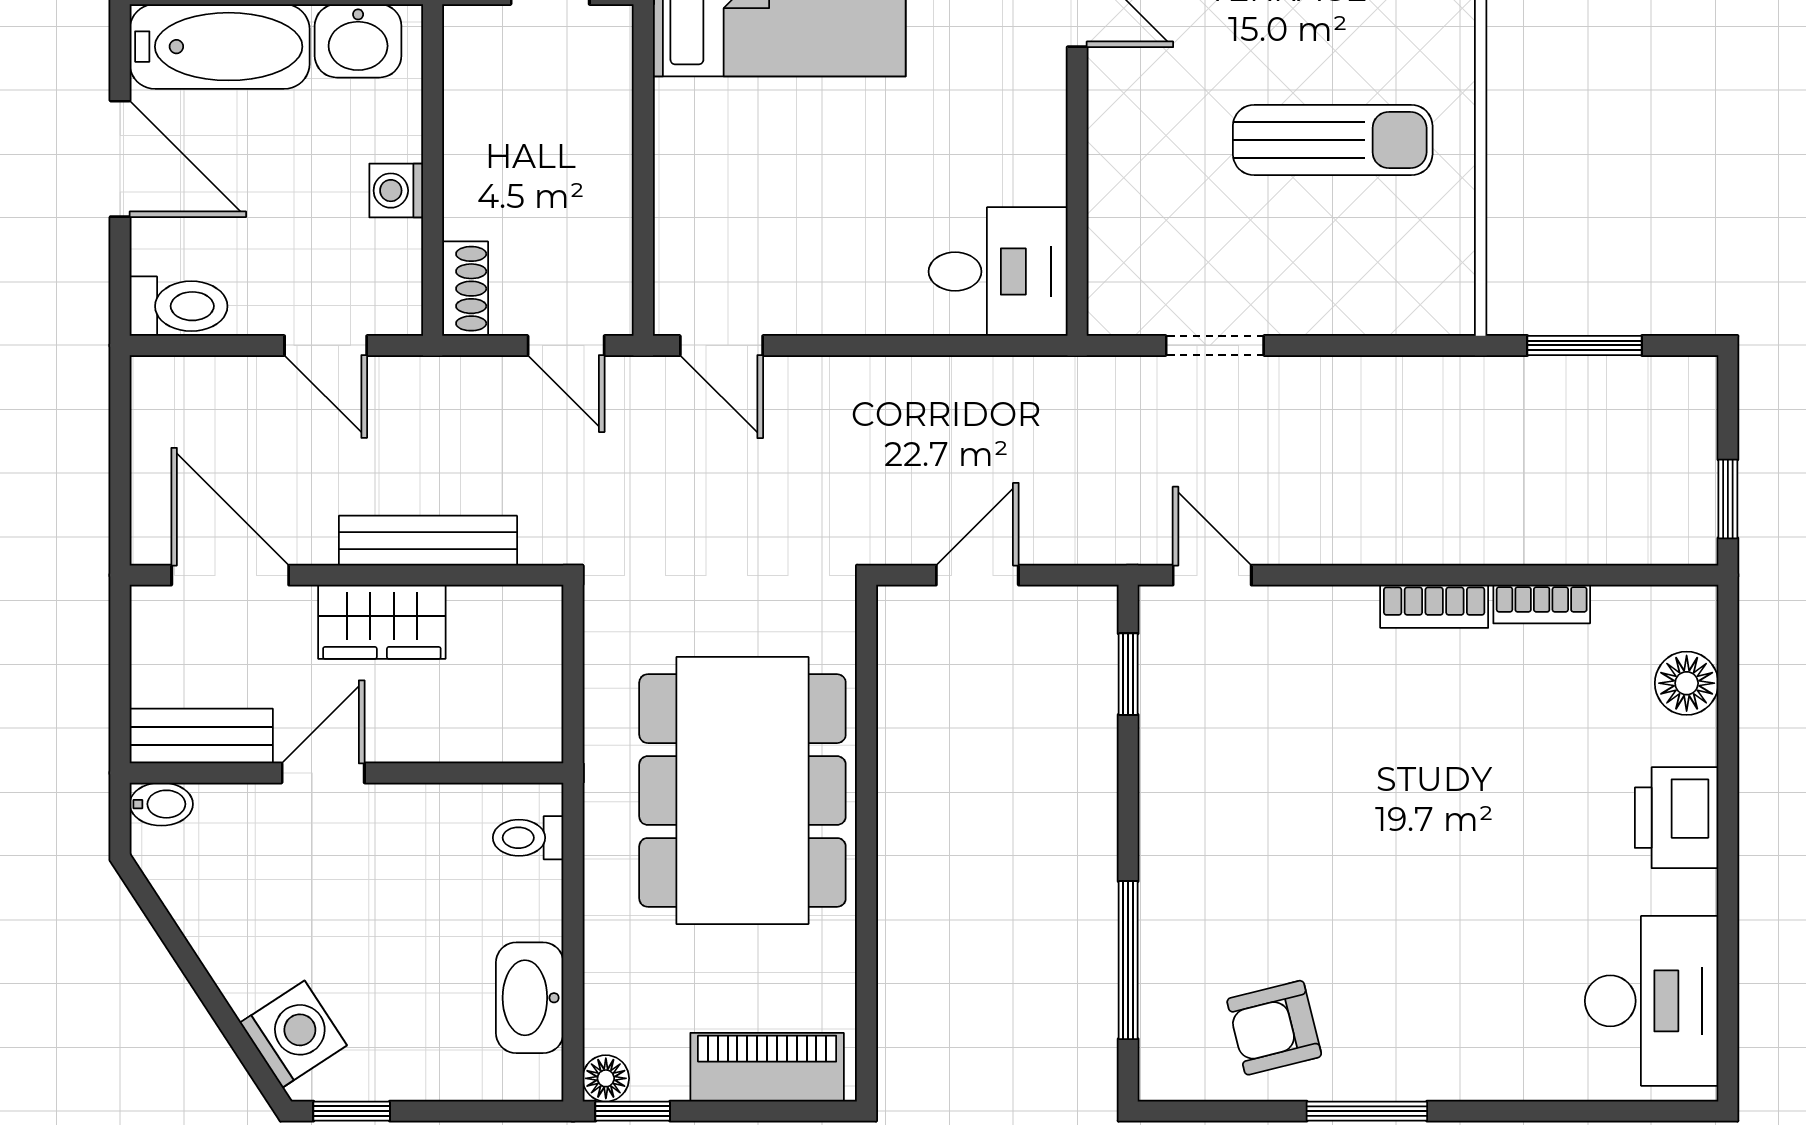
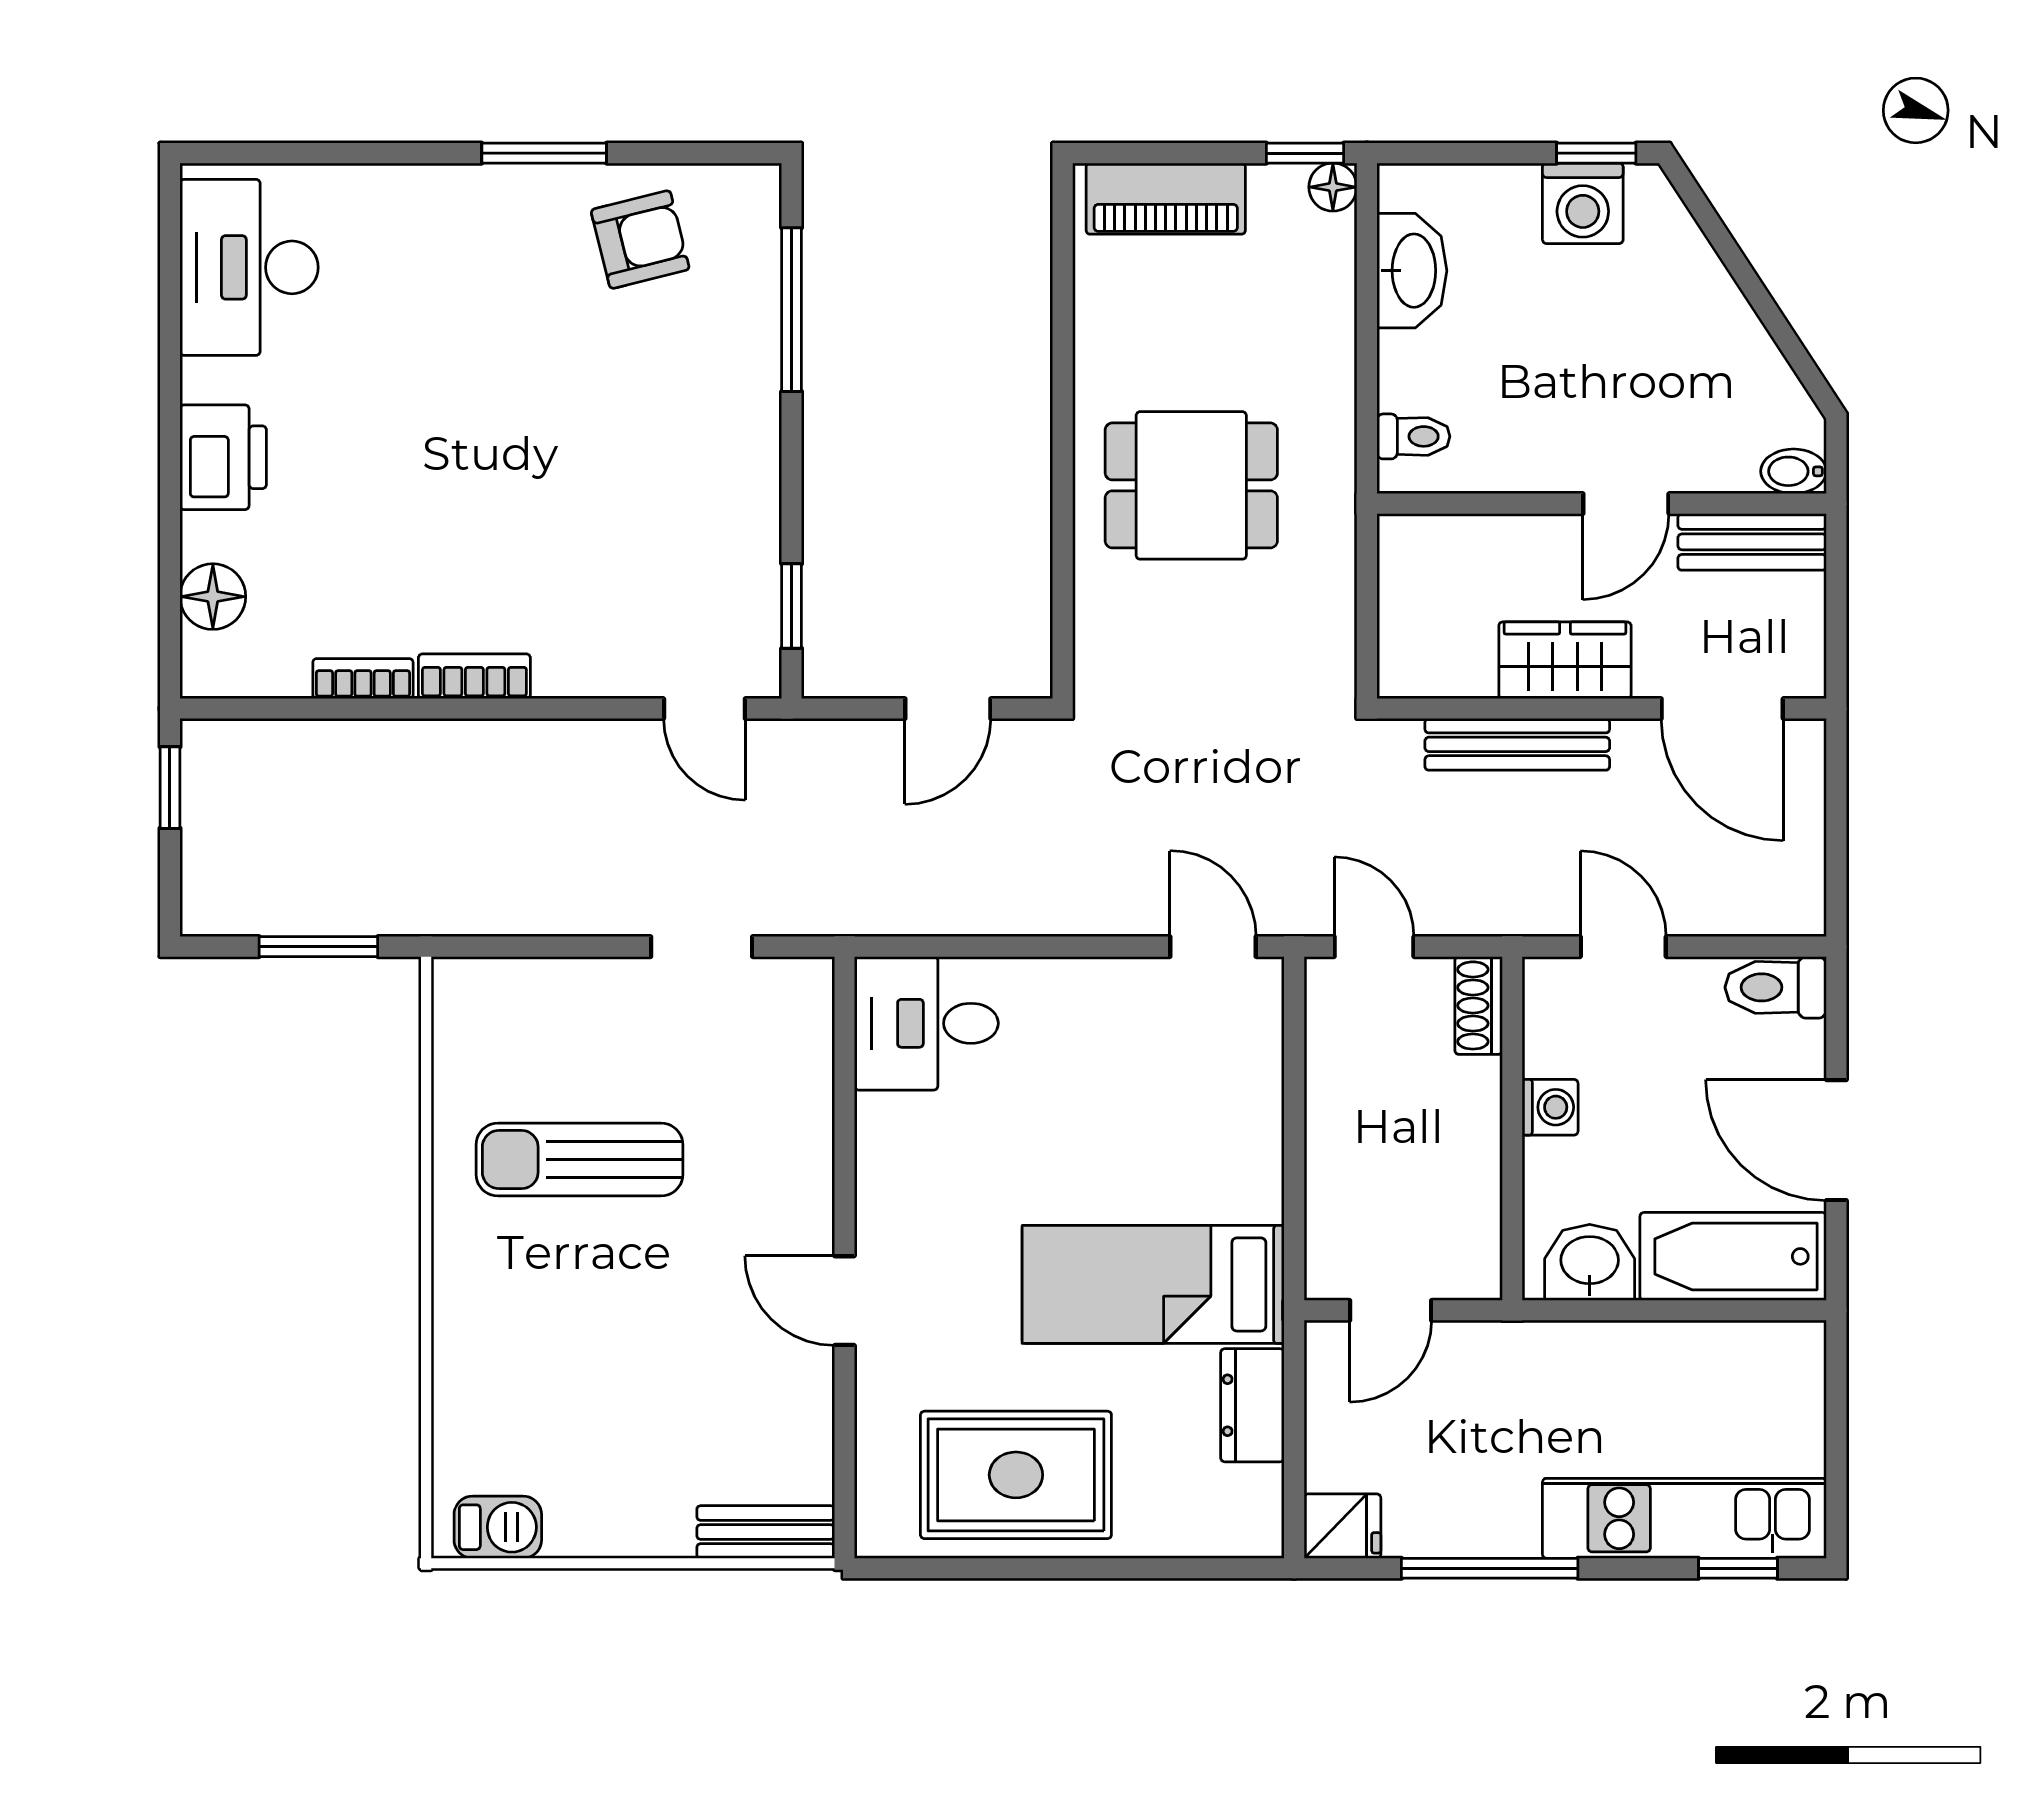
dining table: (742, 791) -> (1191, 485), width x0.53, depth x0.80
washing machine: (293, 1034) -> (1583, 203), moved, turned -57

